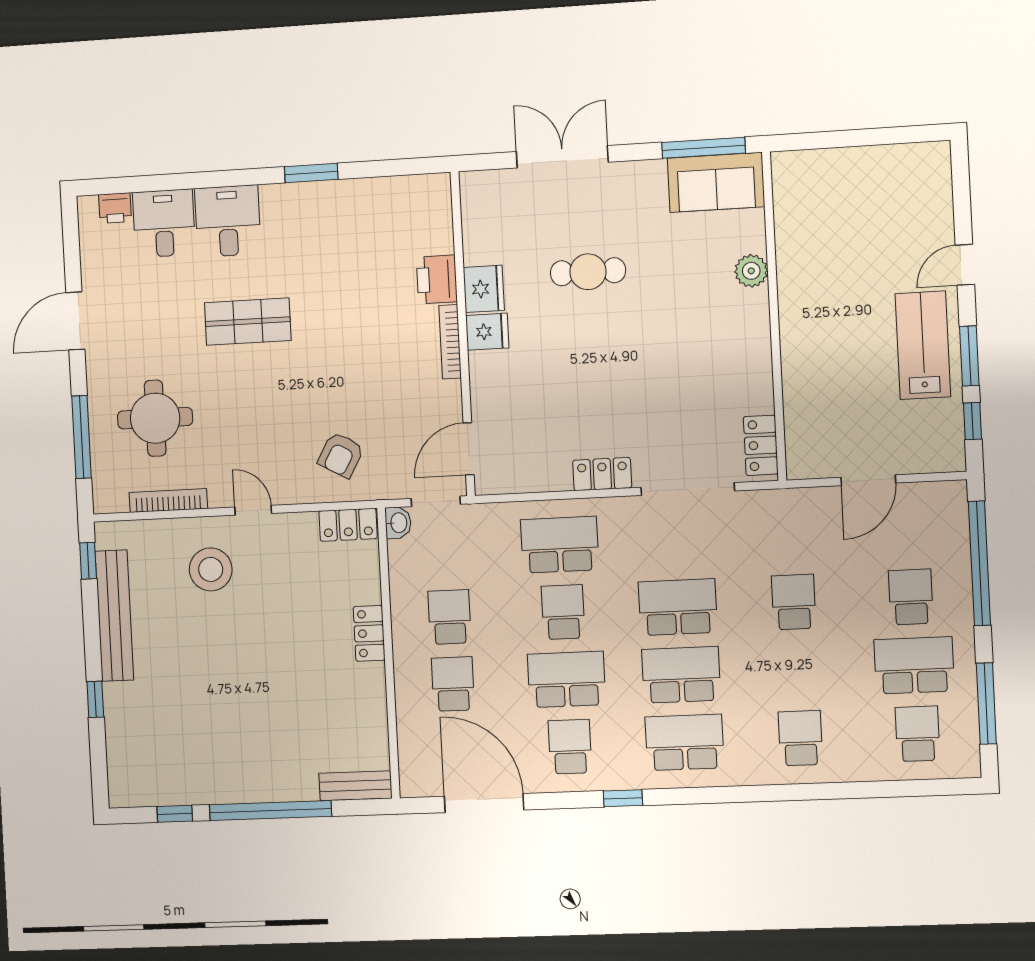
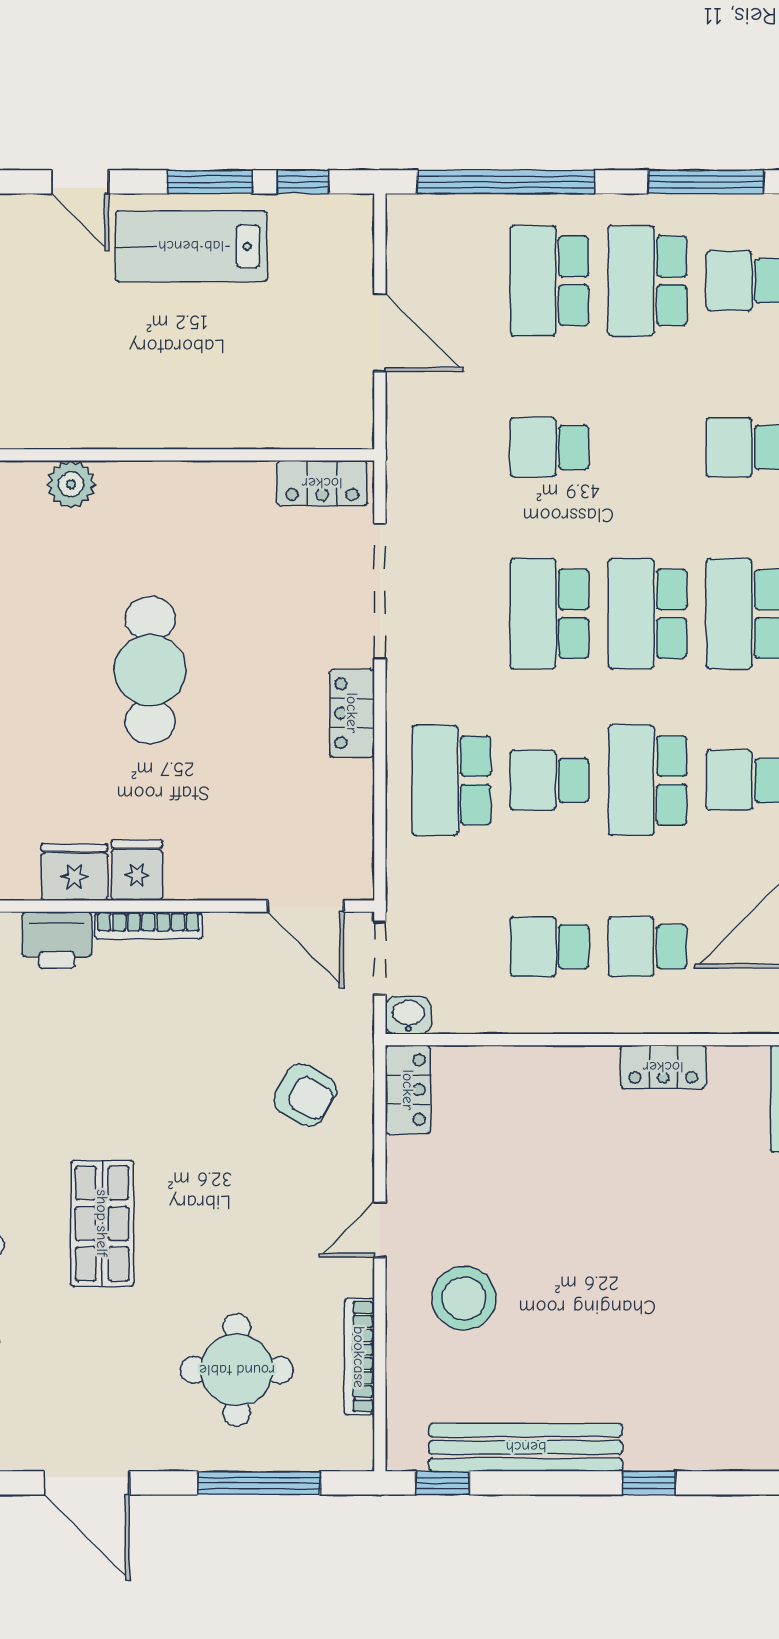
cafe table: (588, 272) -> (150, 670), moved, width x1.37, depth x1.35
school desk: (911, 597) -> (549, 281), width x1.85
locker: (369, 633) -> (663, 1067), moved

